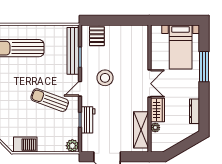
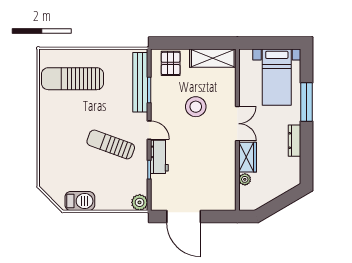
stool: (105, 78) -> (196, 107), moved
door: (80, 89) -> (149, 130), swing flipped
dresser: (194, 111) -> (294, 141), moved
workbench: (88, 120) -> (159, 157), moved
shelving: (141, 130) -> (213, 58), moved, turned 90

